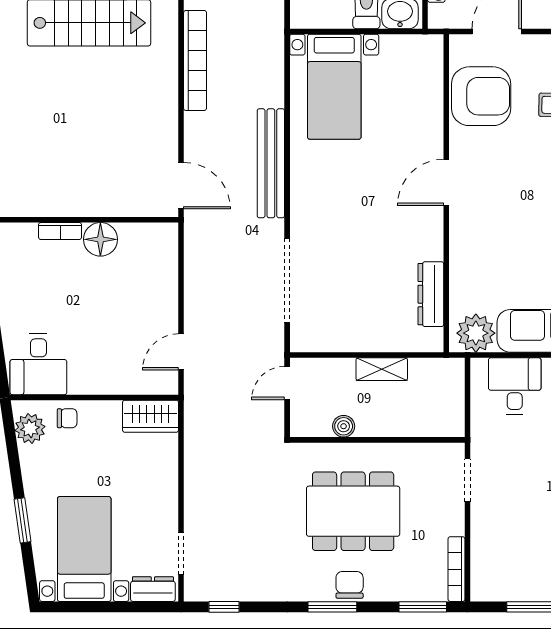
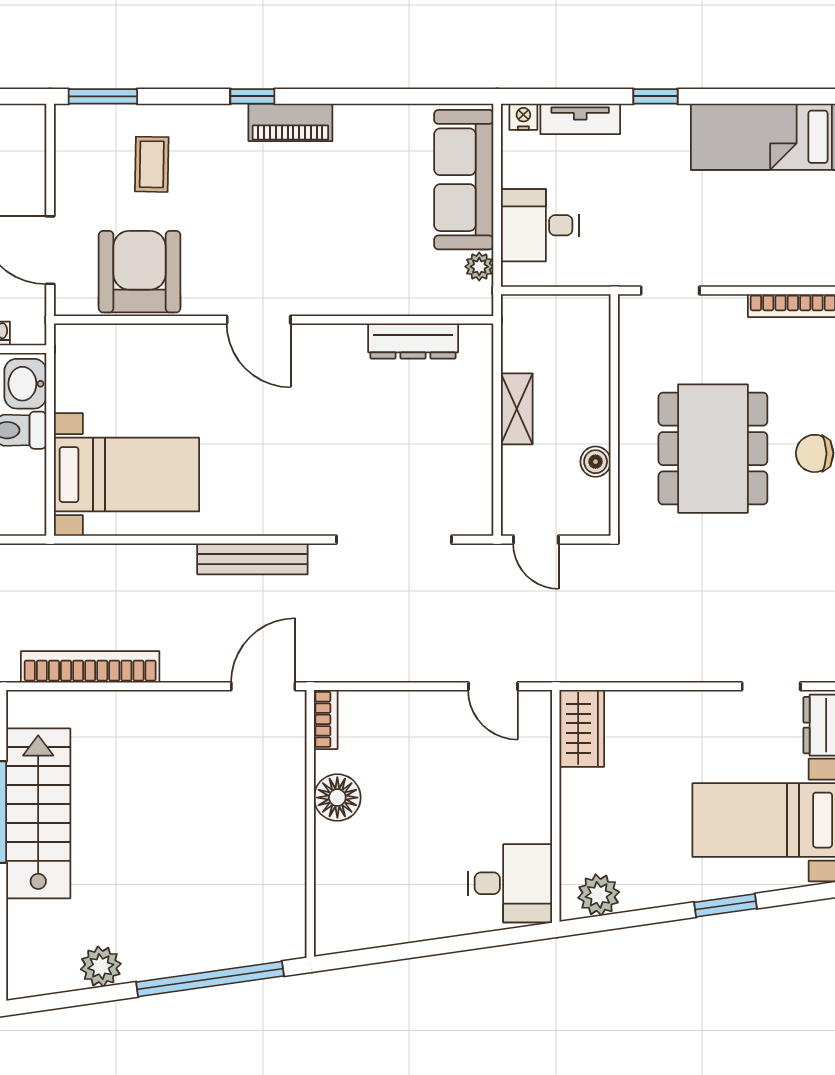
bench: (271, 163) -> (252, 559), width x0.73, depth x0.82
bookcase: (60, 231) -> (326, 719), moved
plant: (476, 333) -> (479, 267), width x0.53, depth x0.53
chair: (67, 418) -> (584, 844), removed

